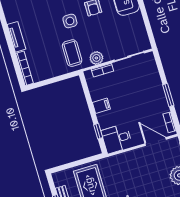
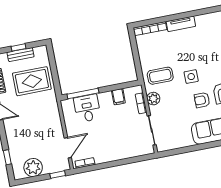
window: (168, 95) -> (111, 164), removed
filing cabinet: (101, 106) -> (118, 97), moved
window: (98, 131) -> (83, 94), width x2.17
desk: (117, 139) -> (87, 108), moved

